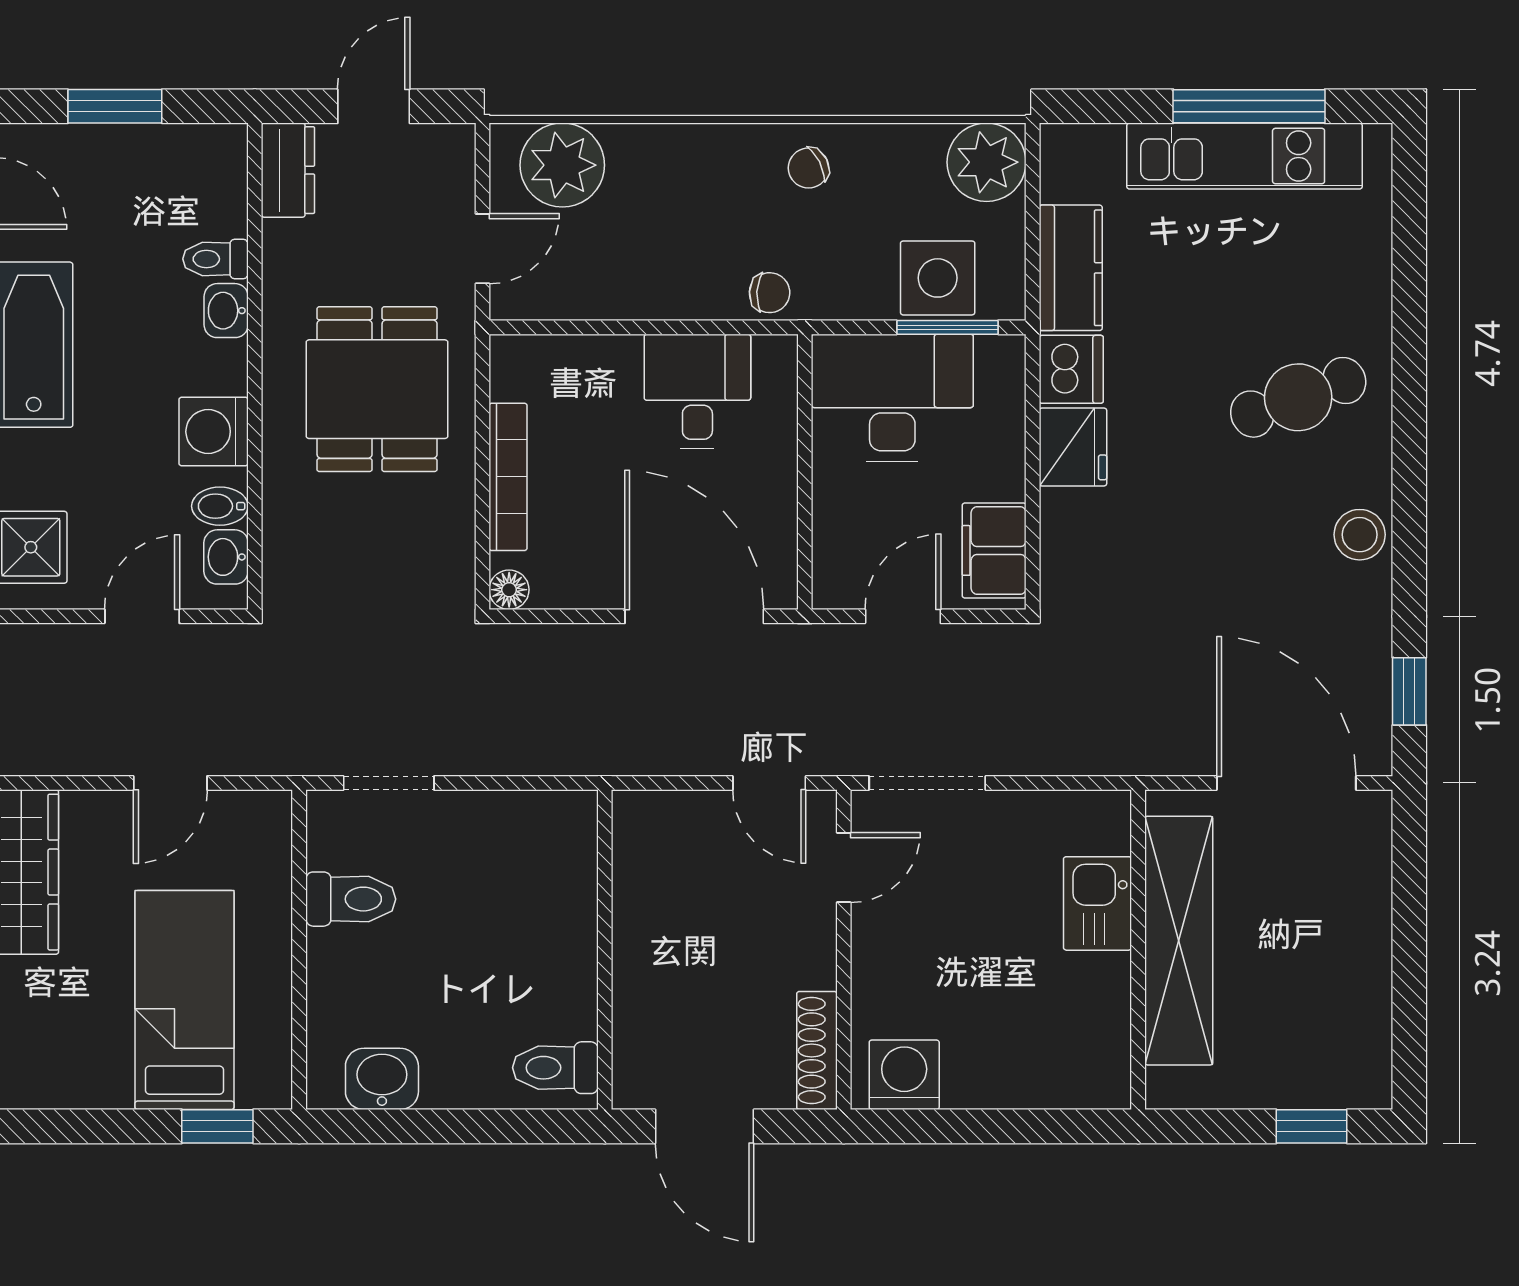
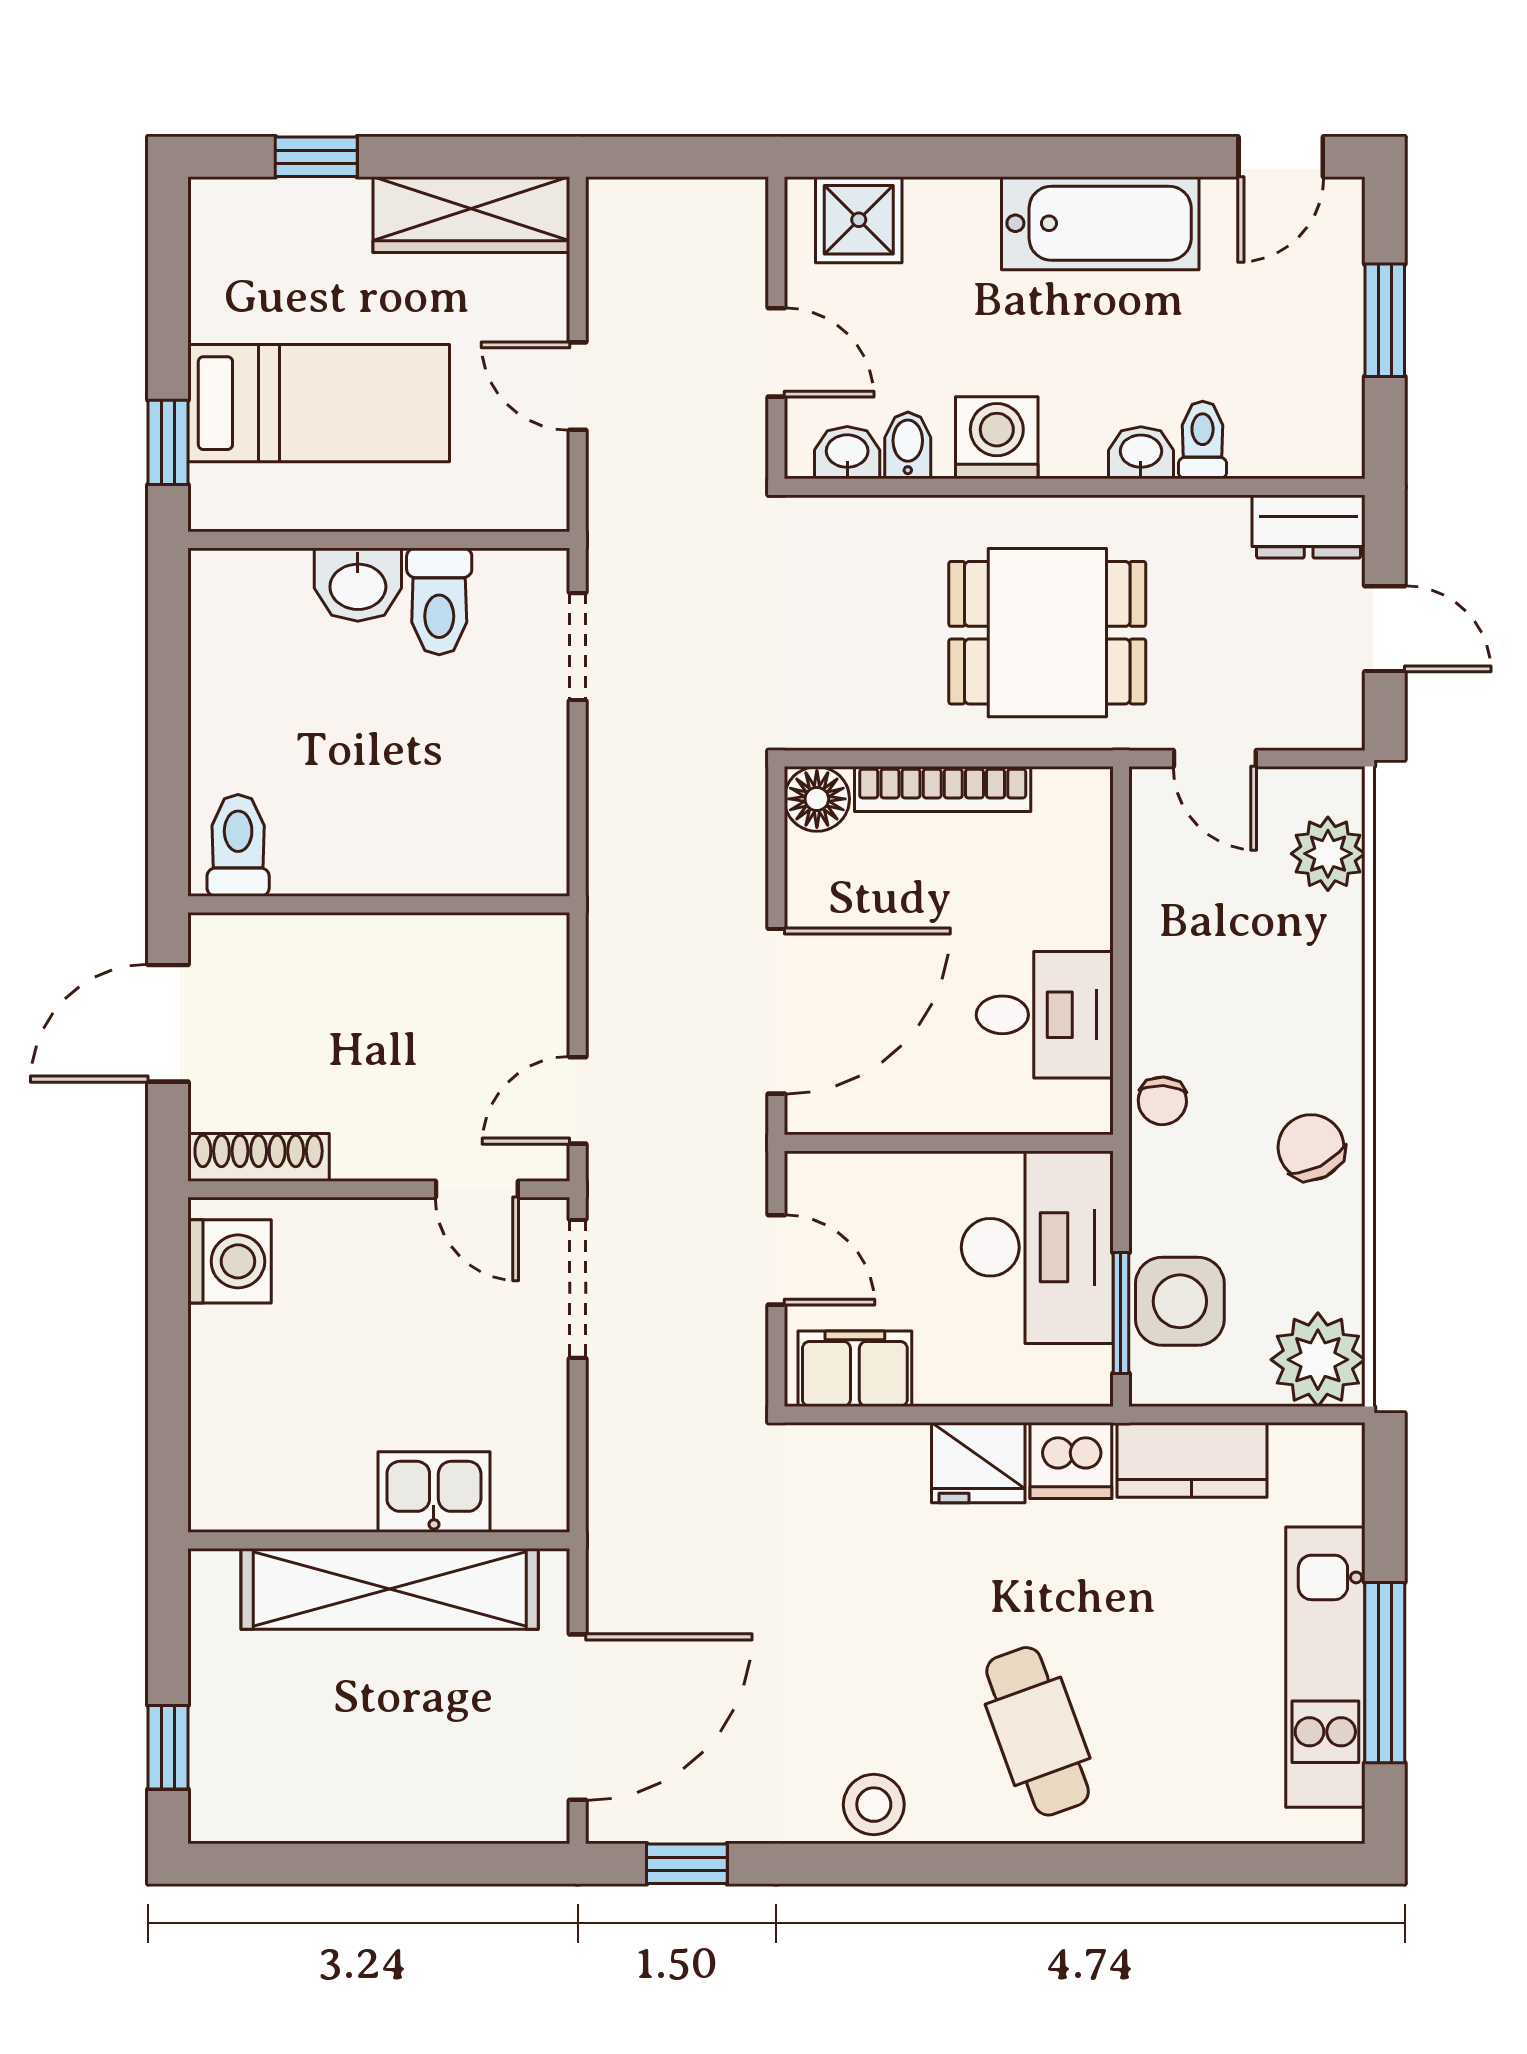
plant: (562, 165) -> (1328, 854), width x0.73, depth x0.73
chair: (809, 168) -> (1311, 1147), width x1.37, depth x1.37
floor lamp: (509, 590) -> (817, 799), width x1.37, depth x1.37
washbasin: (382, 1079) -> (358, 585), moved, turned 90

